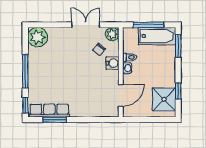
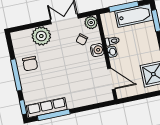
plant: (38, 37) -> (41, 36), moved
chair: (42, 63) -> (30, 64), added
door: (121, 95) -> (111, 79), hinge flipped
window: (55, 120) -> (54, 115), width x1.44

